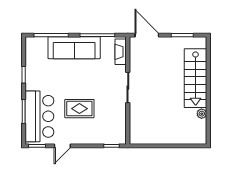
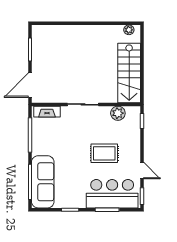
sofa: (74, 48) -> (43, 182), moved
stairs: (196, 78) -> (129, 73), moved, turned 90
rug: (79, 109) -> (104, 153), turned 90
plant: (202, 114) -> (129, 30), moved
plant: (119, 122) -> (118, 113), added

